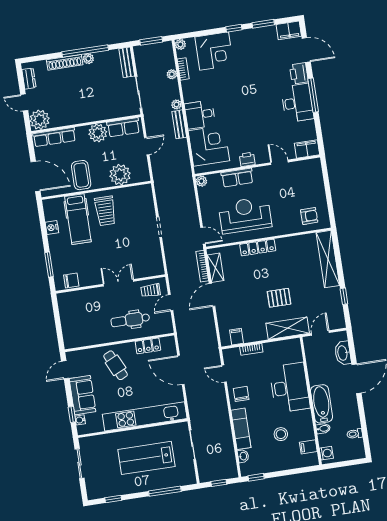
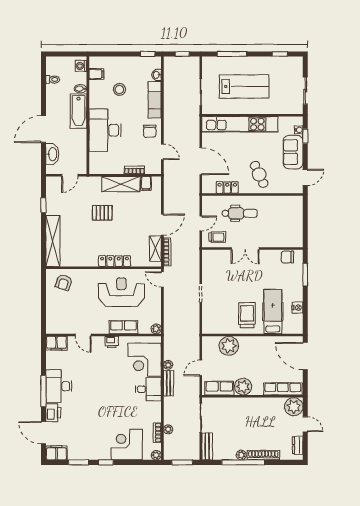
plant: (176, 105) -> (168, 365), moved
coffee table: (81, 175) -> (264, 351), removed
reception desk: (245, 215) -> (121, 292), turned 180
armchair: (309, 216) -> (64, 282), turned -71
shelving: (288, 328) -> (121, 184), moved

